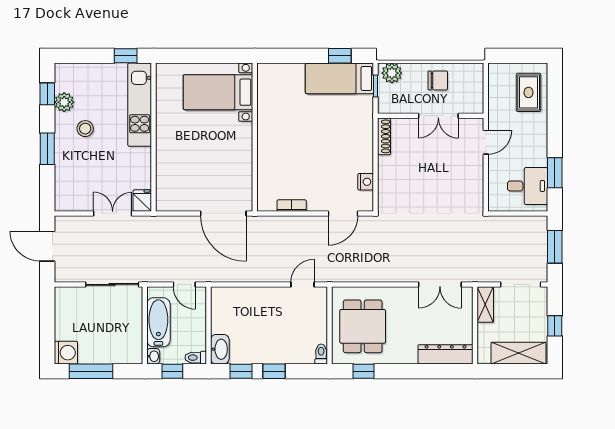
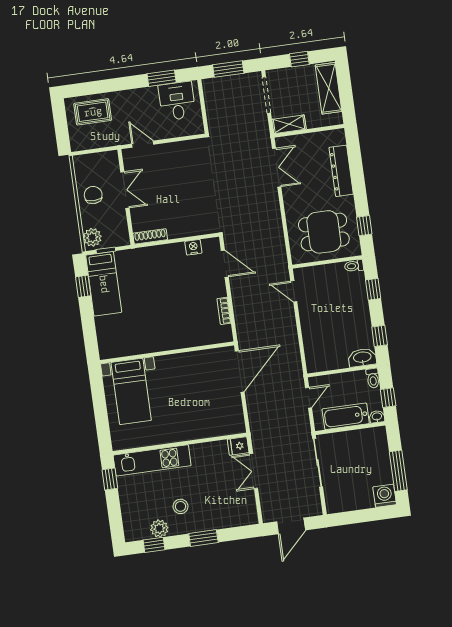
dresser: (445, 354) -> (341, 171), moved
window: (274, 371) -> (373, 289), moved

